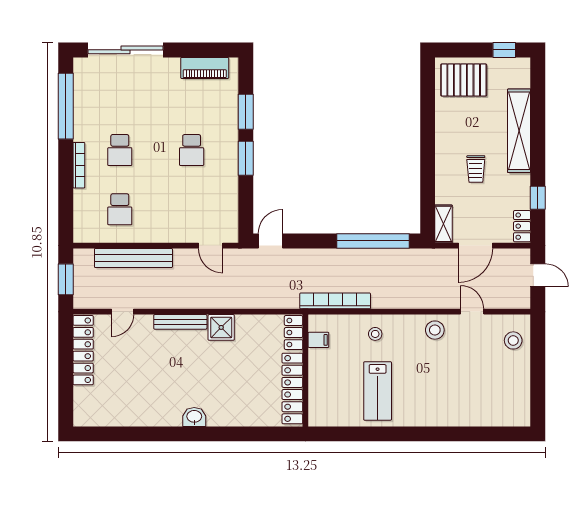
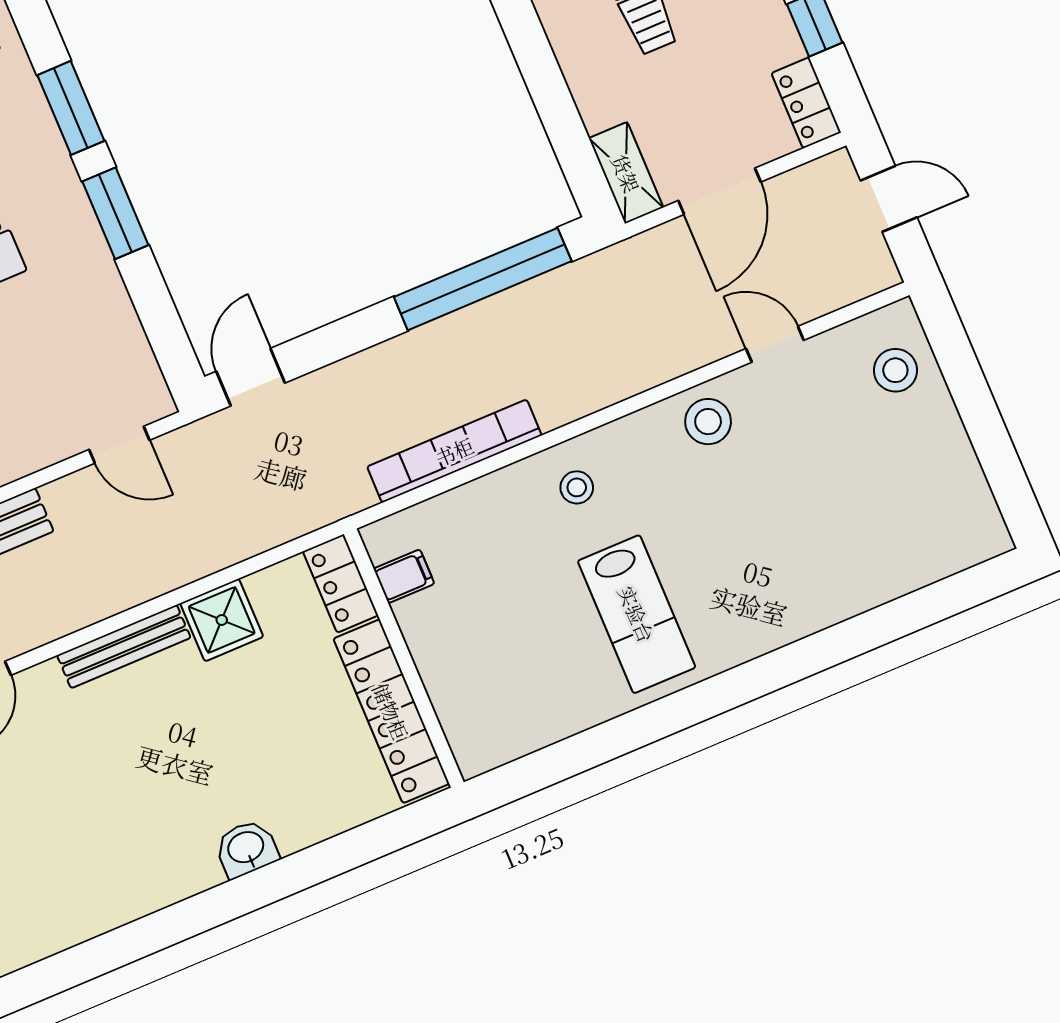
locker: (294, 333) -> (341, 583), moved
filing cabinet: (318, 340) -> (404, 576), moved
wall: (305, 371) -> (404, 658), moved
locker: (292, 388) -> (391, 711), moved

